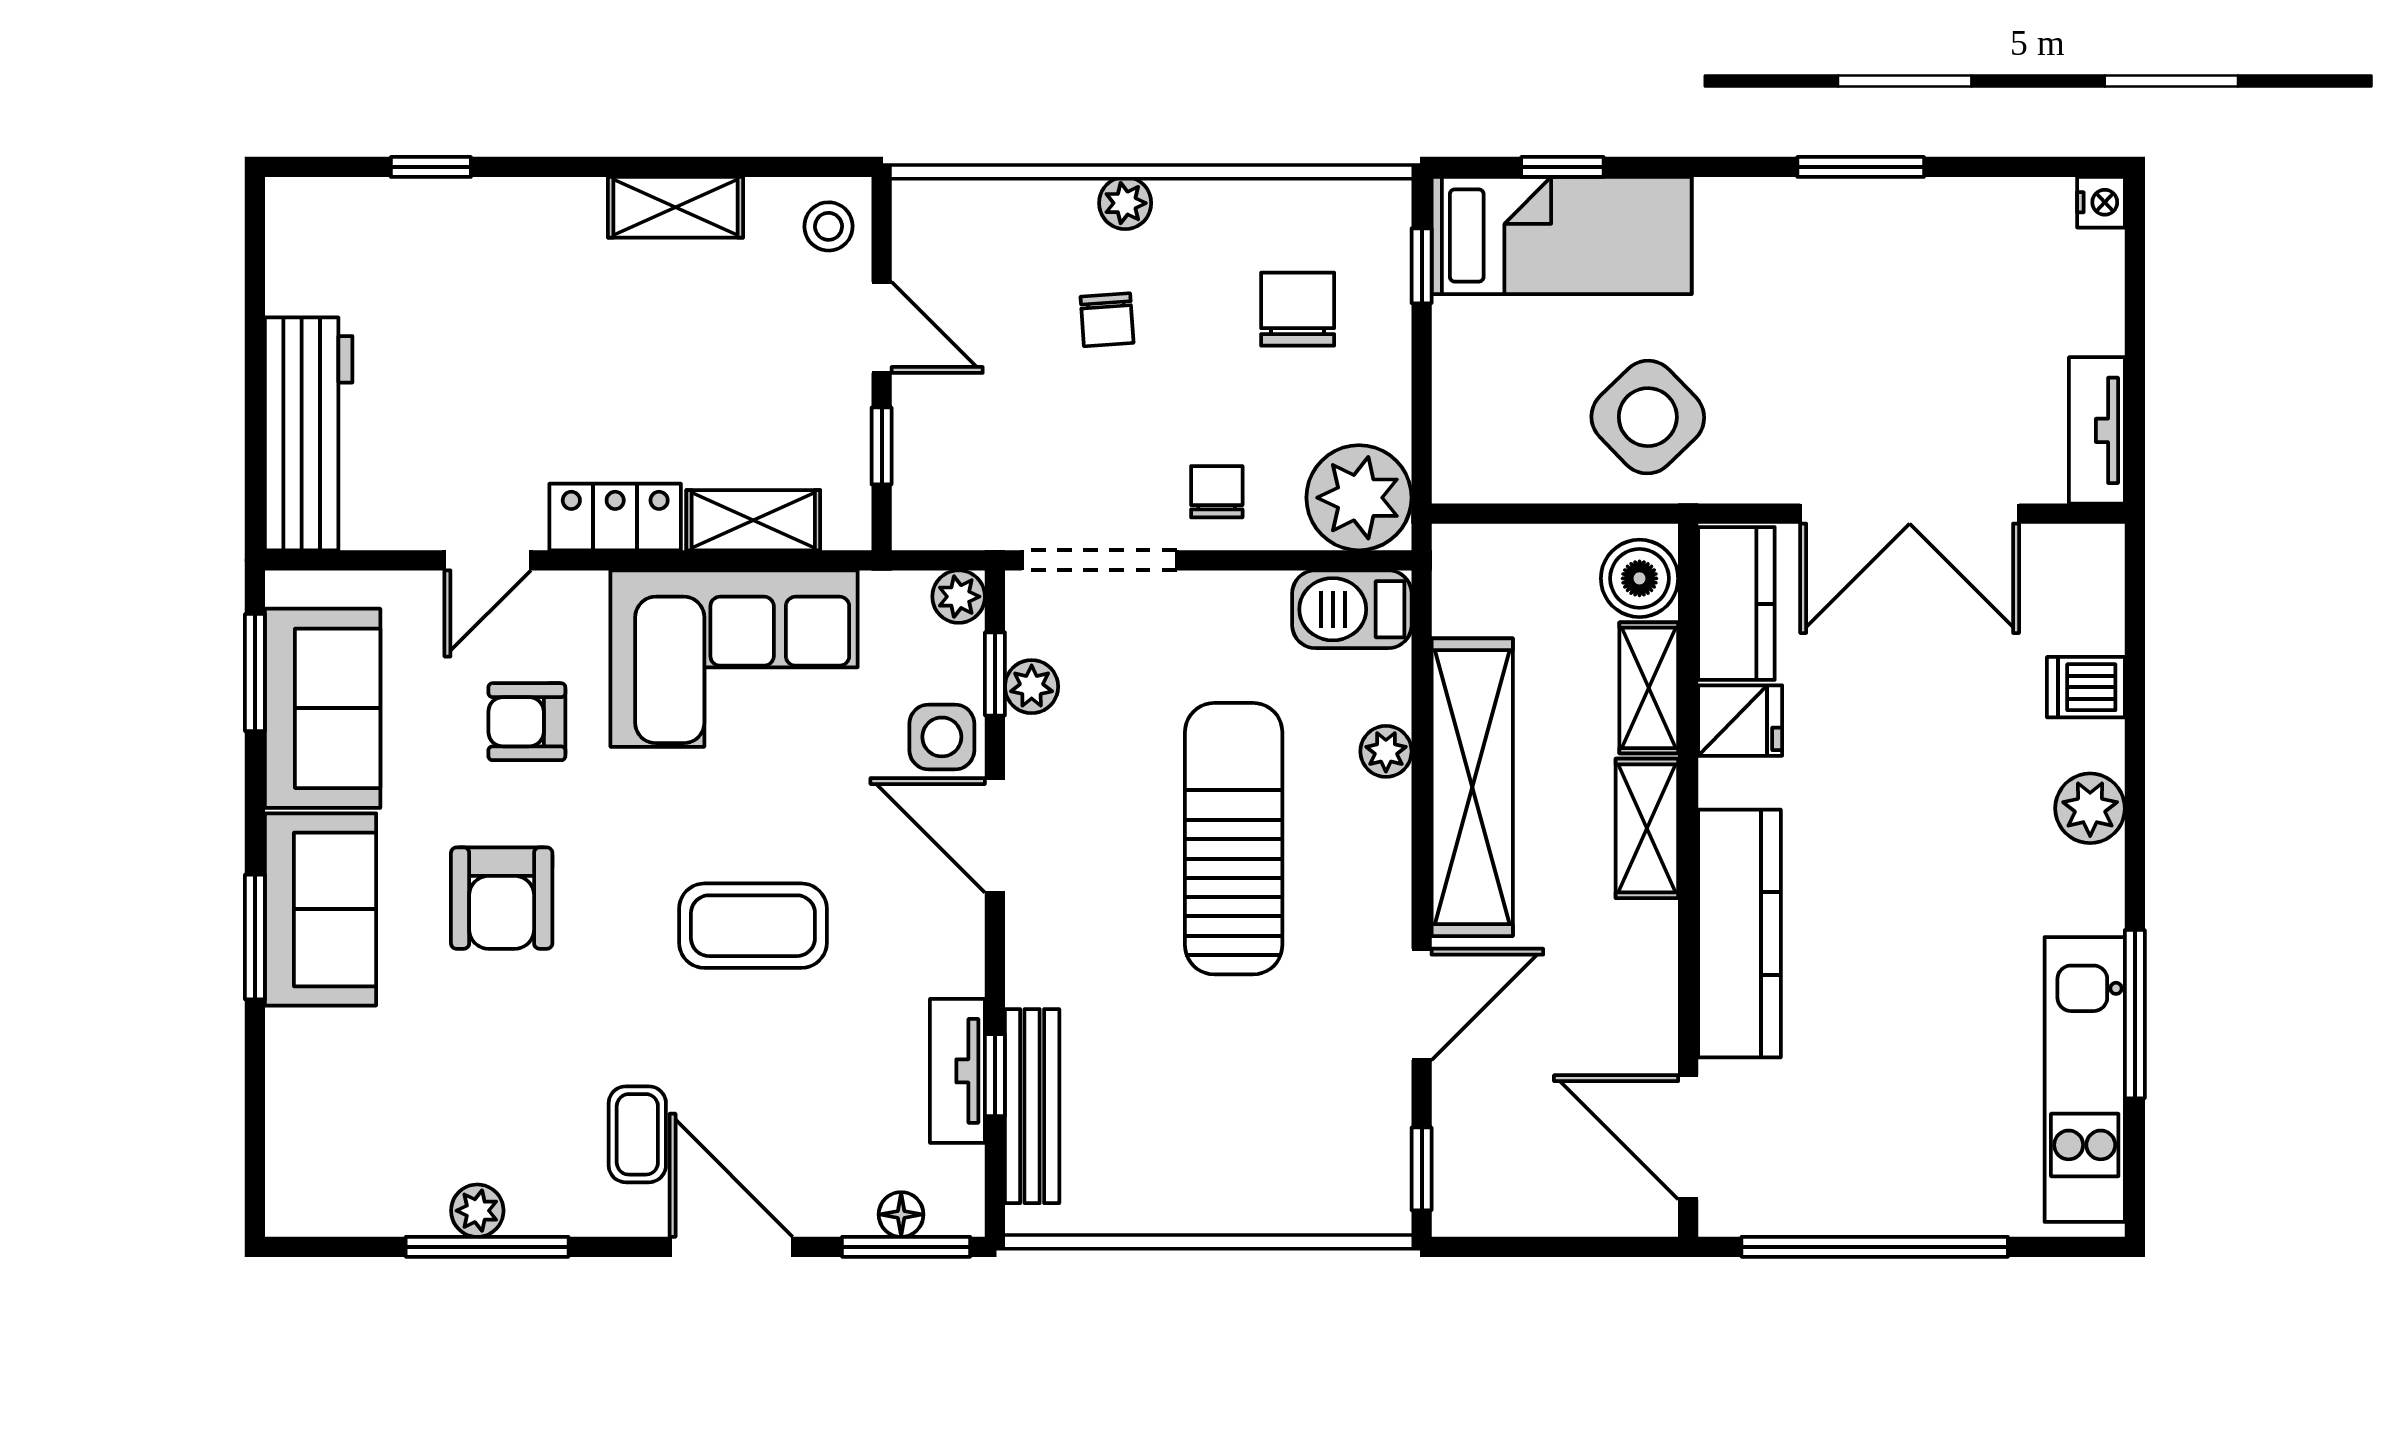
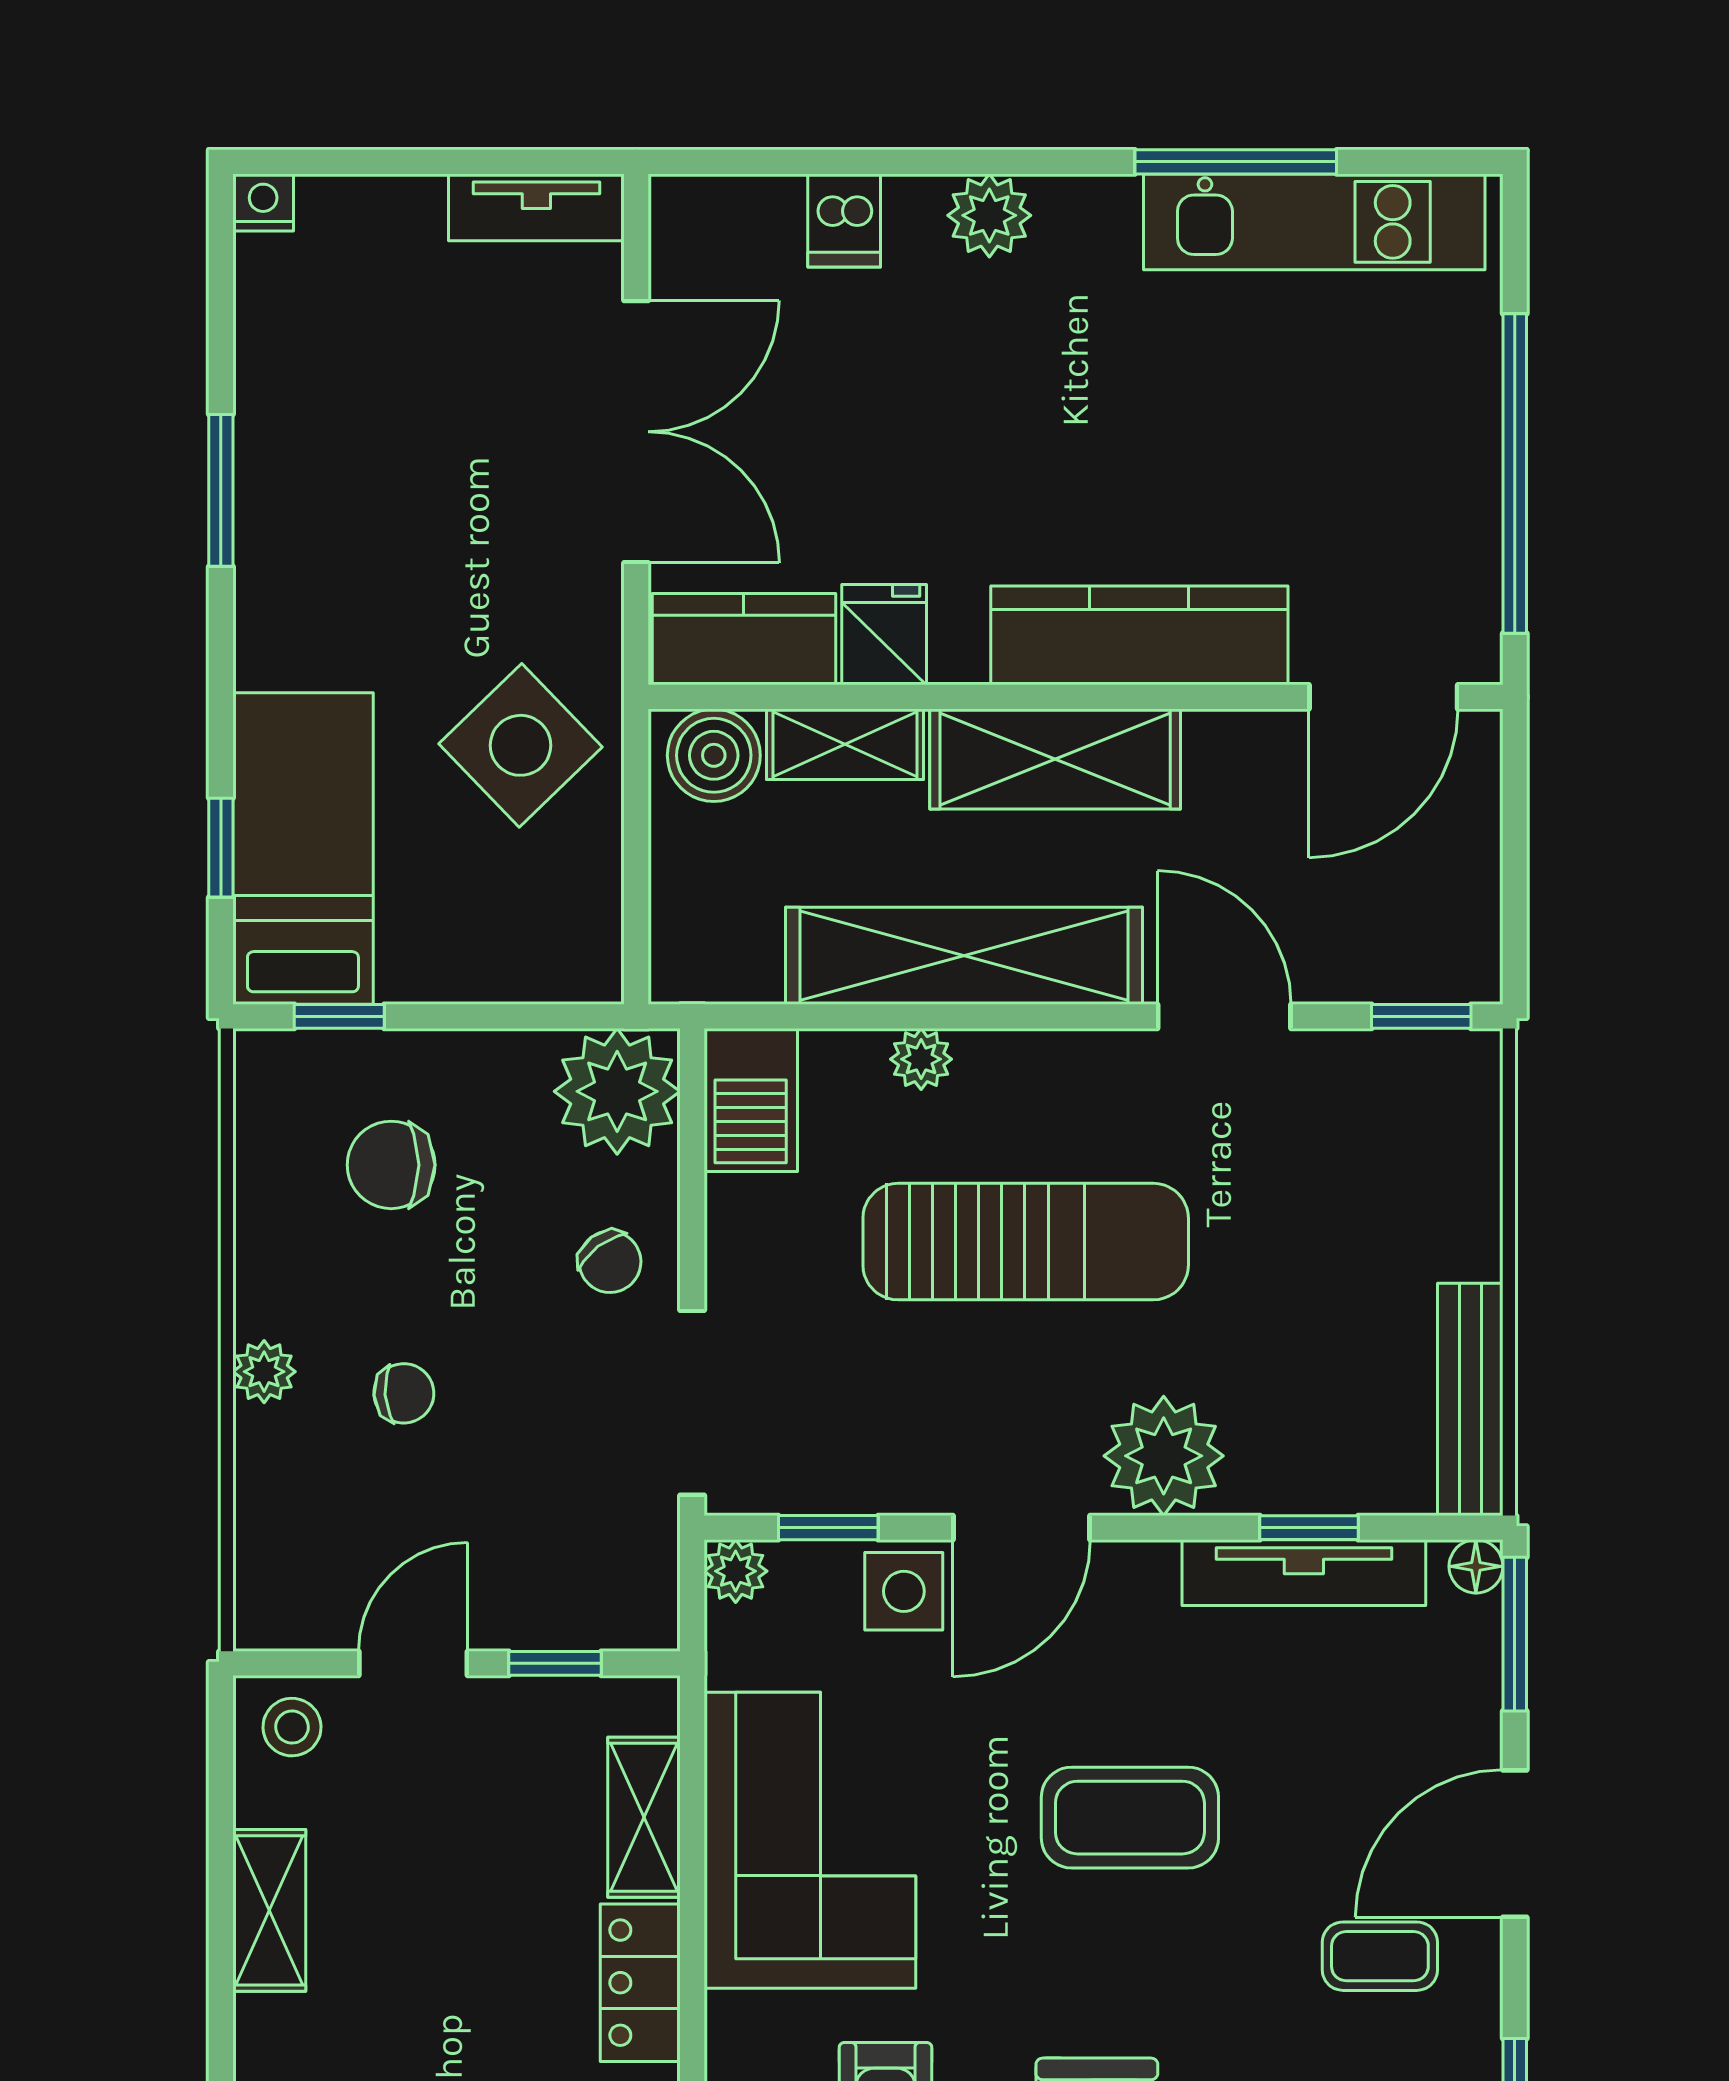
chair: (1217, 492) -> (610, 1262), turned -127
plant: (1032, 687) -> (1164, 1456), moved, width x1.88, depth x1.88
shelving: (1647, 828) -> (1055, 759), width x1.50, depth x1.33
sun lounger: (1234, 839) -> (1026, 1242), turned 180
coffee table: (753, 926) -> (1130, 1818), turned 90
tv unit: (957, 1071) -> (1304, 1573), width x1.41
bench: (1032, 1106) -> (1470, 1399), moved, turned 90
floor lamp: (901, 1214) -> (1476, 1566), moved

